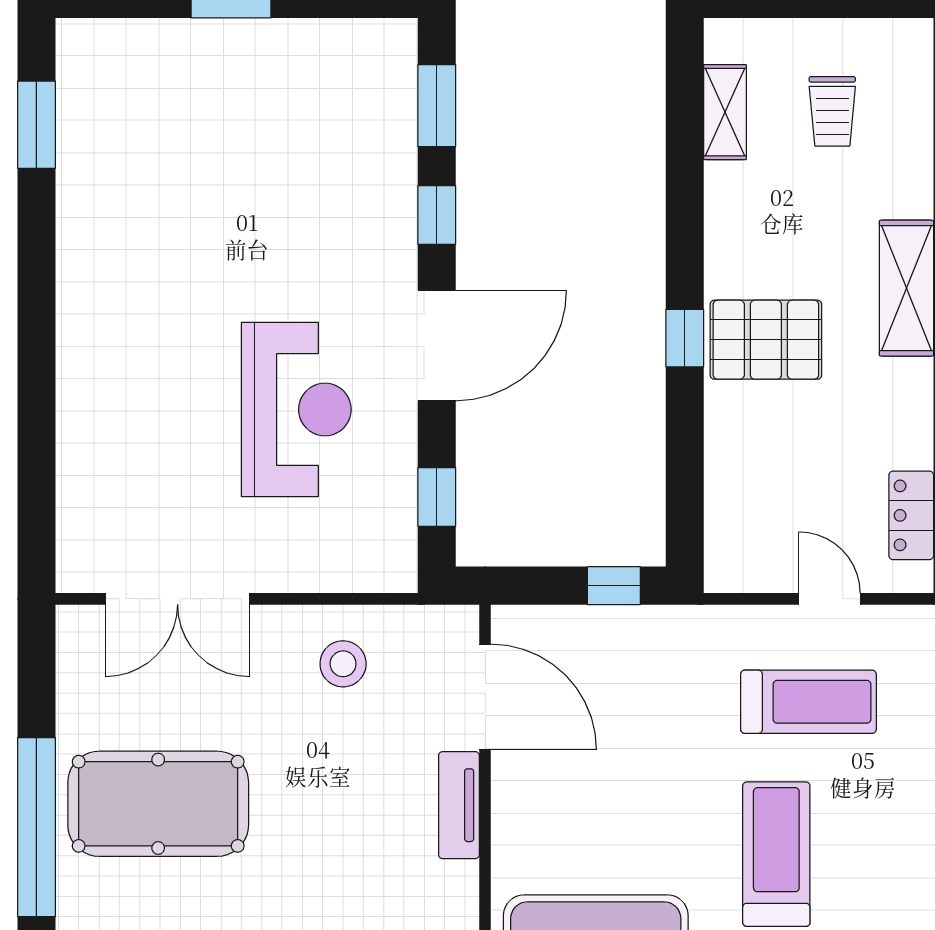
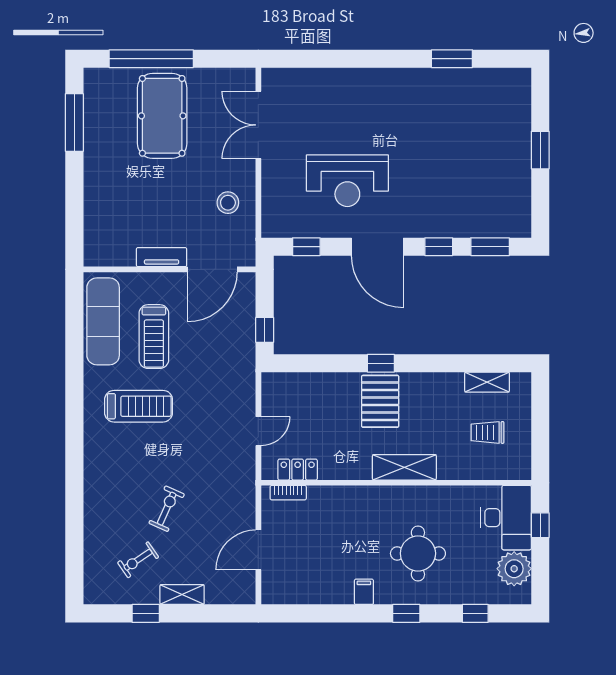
window: (36, 125) -> (452, 59), moved
treadmill: (808, 702) -> (154, 337), moved

